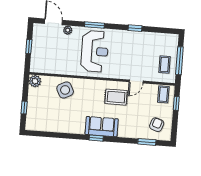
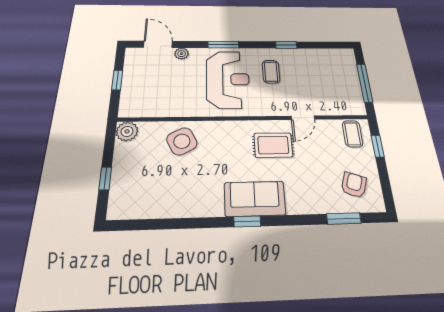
coffee table: (165, 65) -> (271, 72), moved

